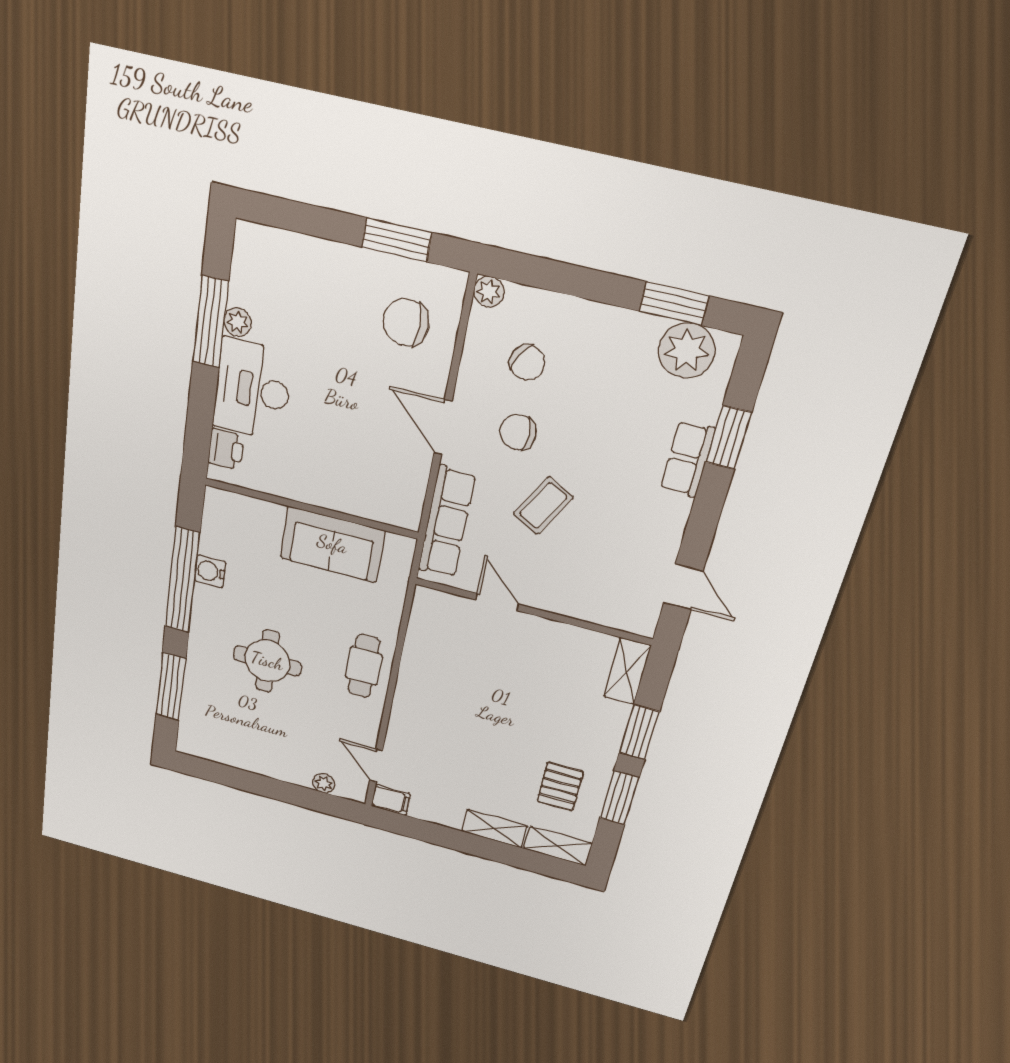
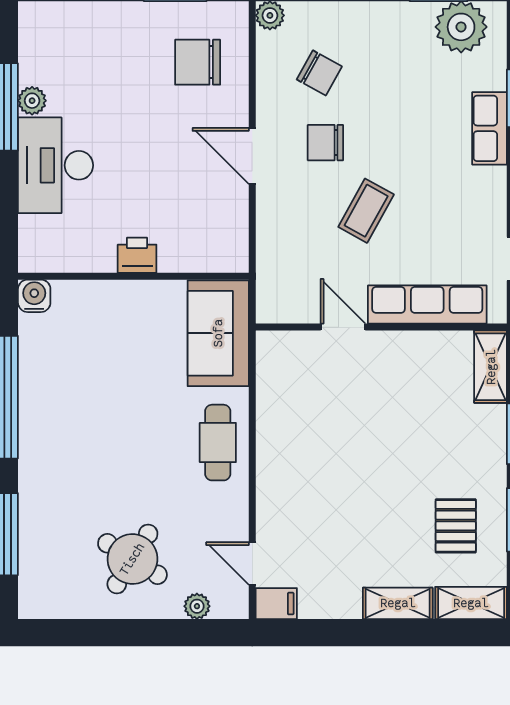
printer: (226, 449) -> (137, 255), moved, turned -90
row of seats: (447, 522) -> (427, 304), moved, turned -90
sofa: (332, 544) -> (218, 333), moved, turned 90
water cooler: (210, 571) -> (34, 296), moved, turned 90
round table: (267, 661) -> (132, 559), moved, turned 32

